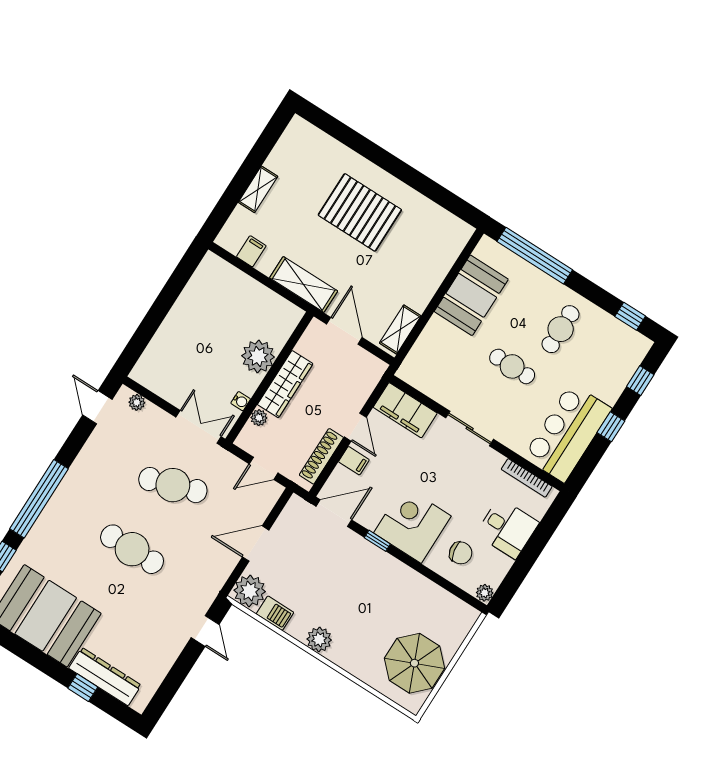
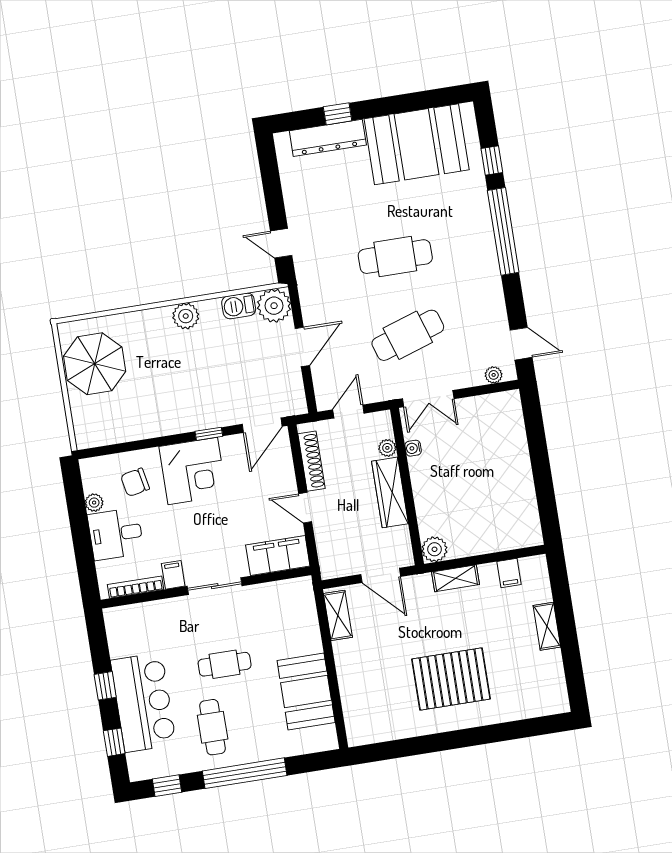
window: (535, 256) -> (245, 773), moved
shelving: (304, 284) -> (456, 578), width x0.67, depth x0.75
plant: (258, 356) -> (434, 549), moved, width x0.73, depth x0.73
bar counter: (567, 433) -> (143, 702), moved
filing cabinet: (354, 461) -> (173, 575), moved, turned 90
plant: (485, 593) -> (94, 503), moved

